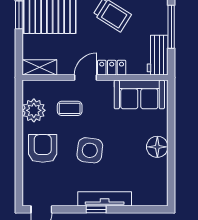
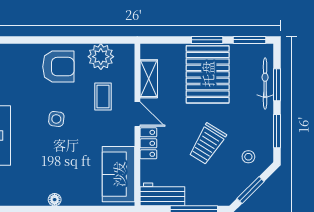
shelving: (39, 67) -> (149, 79), moved
floor lamp: (157, 147) -> (55, 200), width x0.53, depth x0.53
side table: (90, 150) -> (56, 119), width x0.54, depth x0.54

